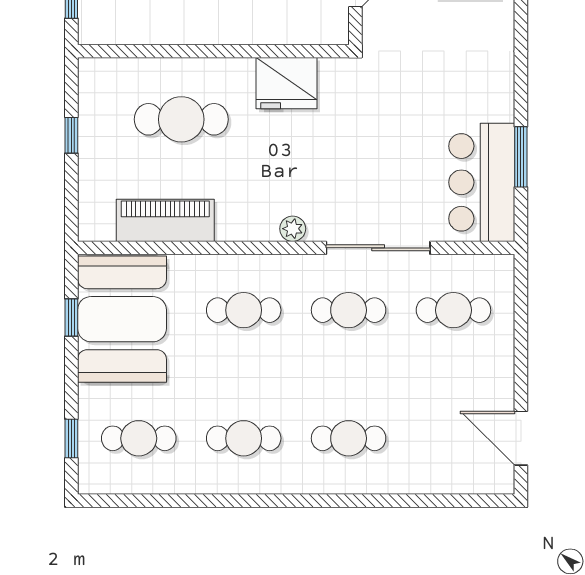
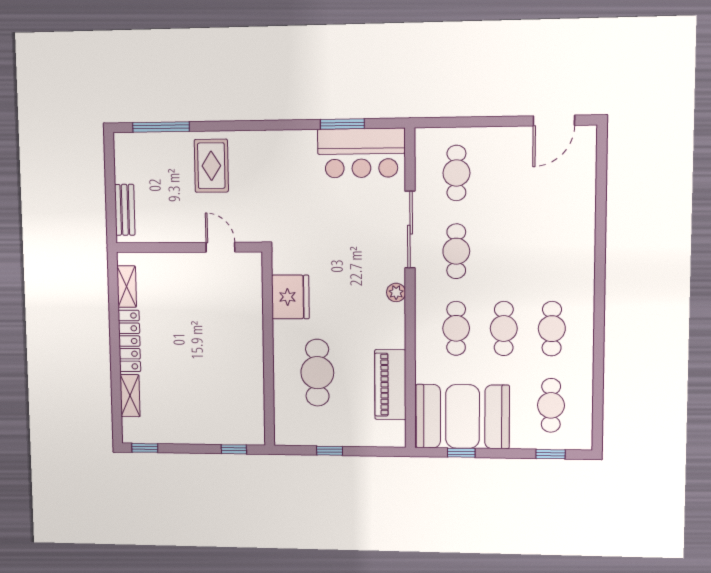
cafe table: (349, 438) -> (504, 328), moved

